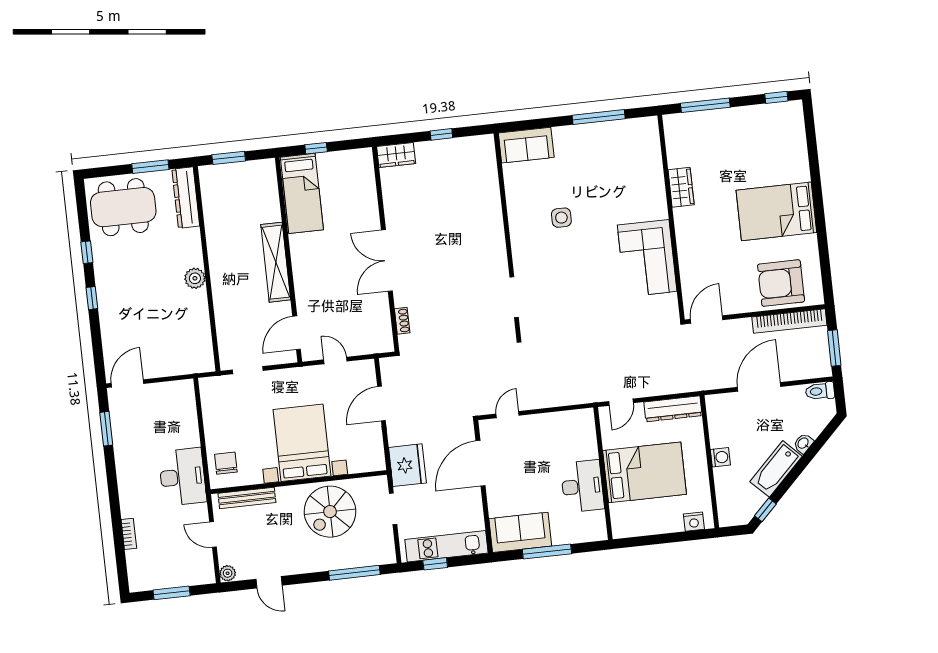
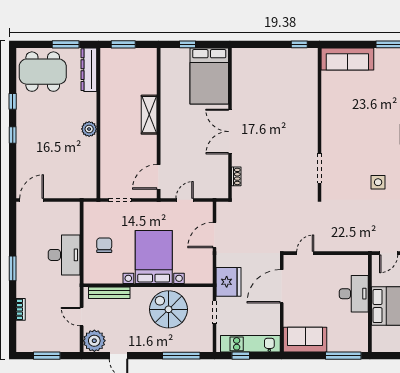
window: (441, 134) -> (299, 44), moved
sofa: (526, 145) -> (347, 59), width x1.36
wardrobe: (396, 155) -> (245, 56), removed
bed: (302, 193) -> (209, 76), moved, width x1.50
side table: (561, 218) -> (378, 182), moved
shelving: (276, 262) -> (149, 115), width x0.68
door: (335, 360) -> (185, 200), hinge flipped
window: (106, 429) -> (13, 268), moved
chair: (226, 463) -> (104, 245), moved
desk: (182, 477) -> (64, 255), moved
desk: (582, 486) -> (354, 294), moved
spiral stairs: (330, 512) -> (169, 309), turned 90
window: (547, 551) -> (343, 356), moved
plant: (228, 573) -> (94, 341), width x1.87, depth x1.87

